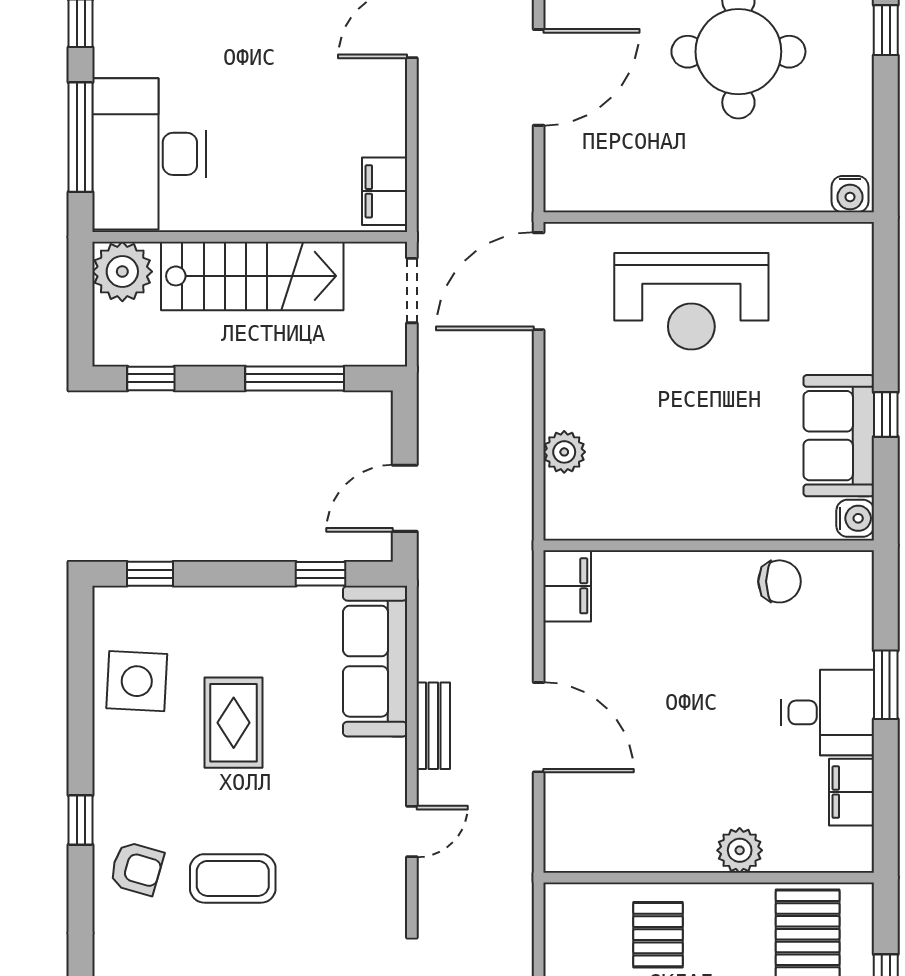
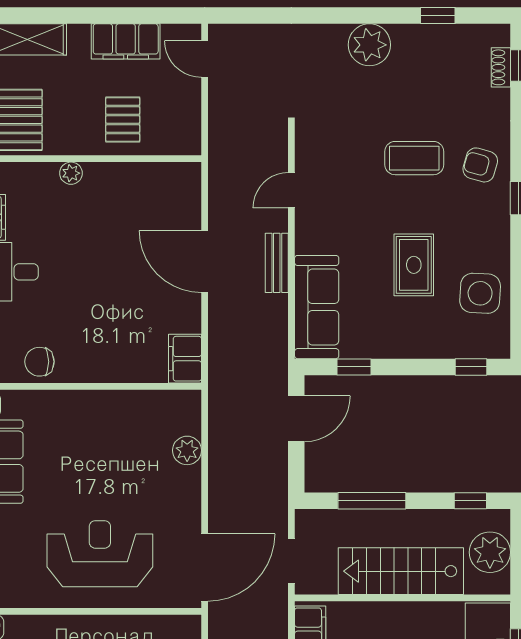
plant: (122, 272) -> (490, 552), moved
plant: (740, 850) -> (71, 173), width x0.73, depth x0.73

